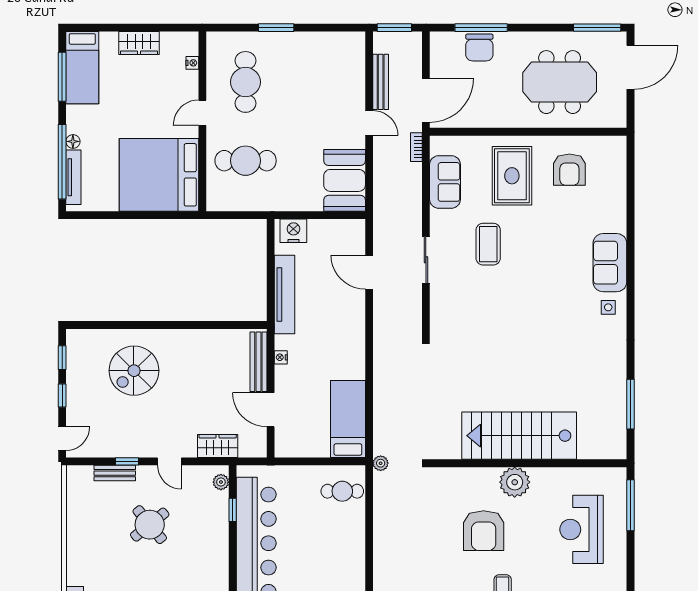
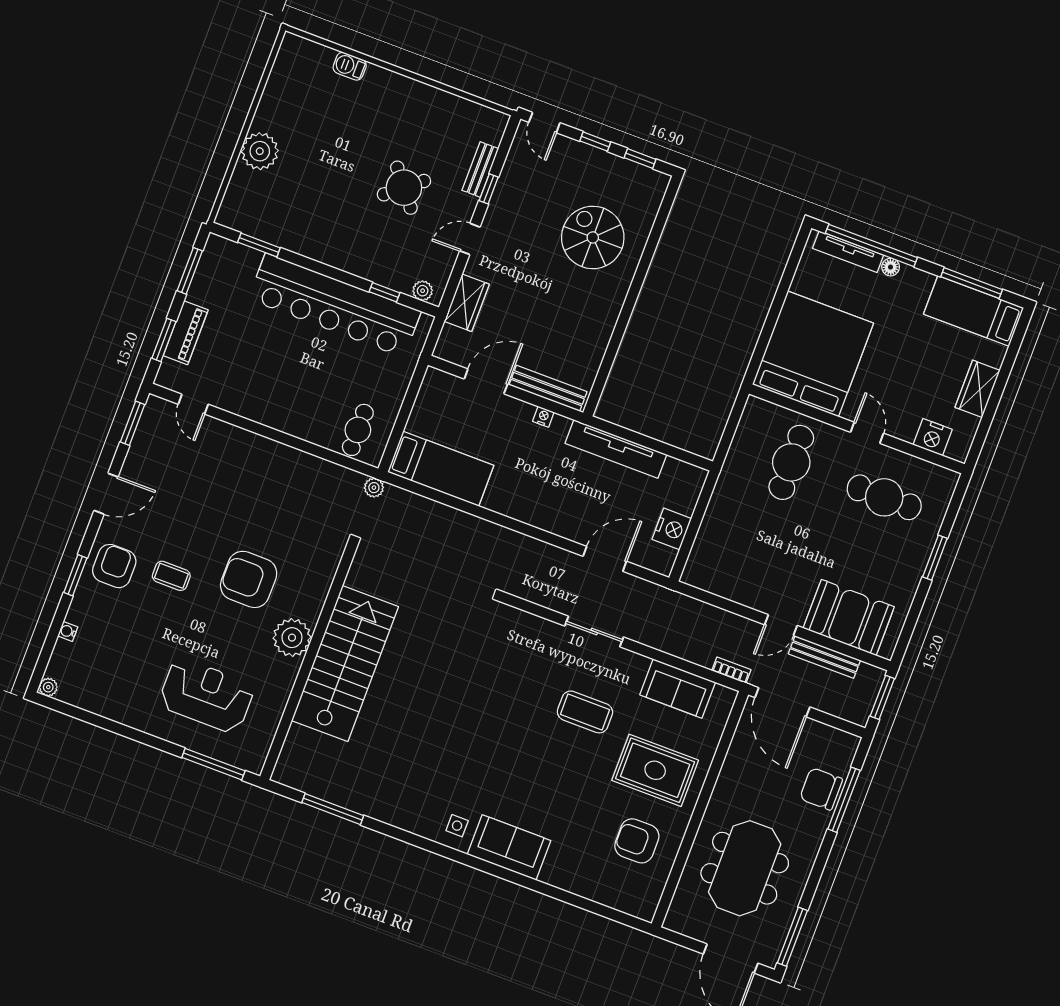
nightstand: (192, 63) -> (933, 437), width x1.89, depth x1.79
booth: (345, 180) -> (849, 617), moved
nightstand: (293, 231) -> (672, 529), moved

